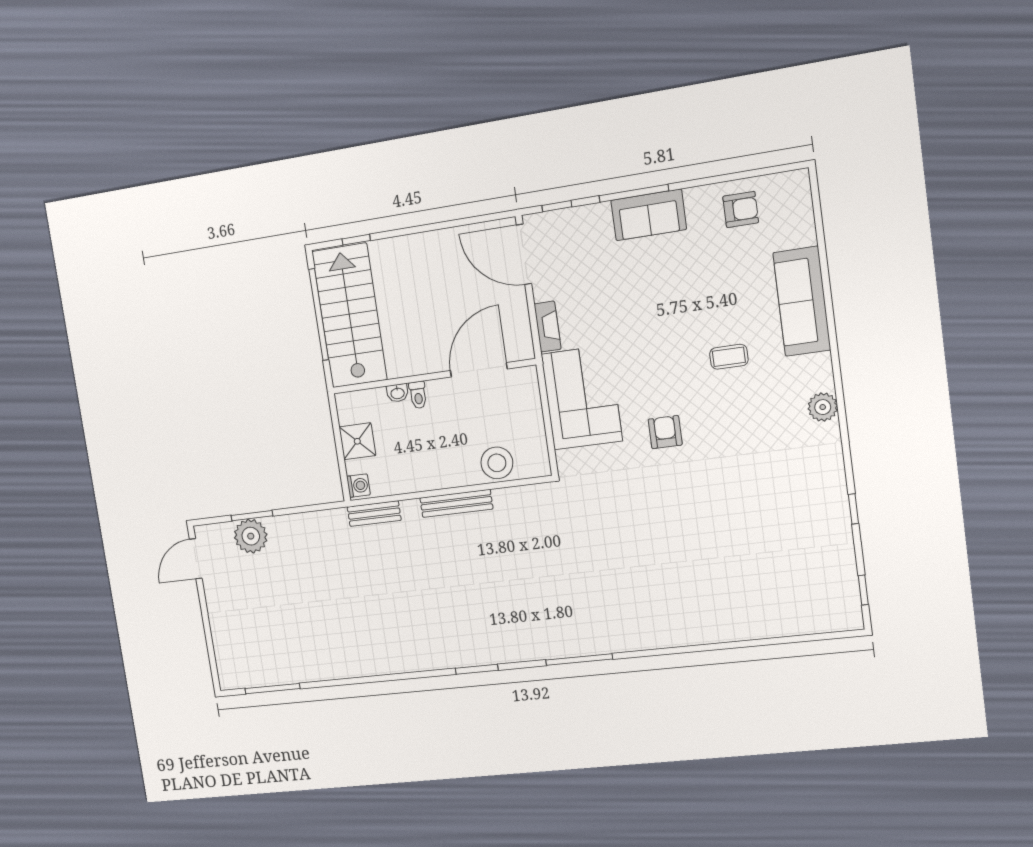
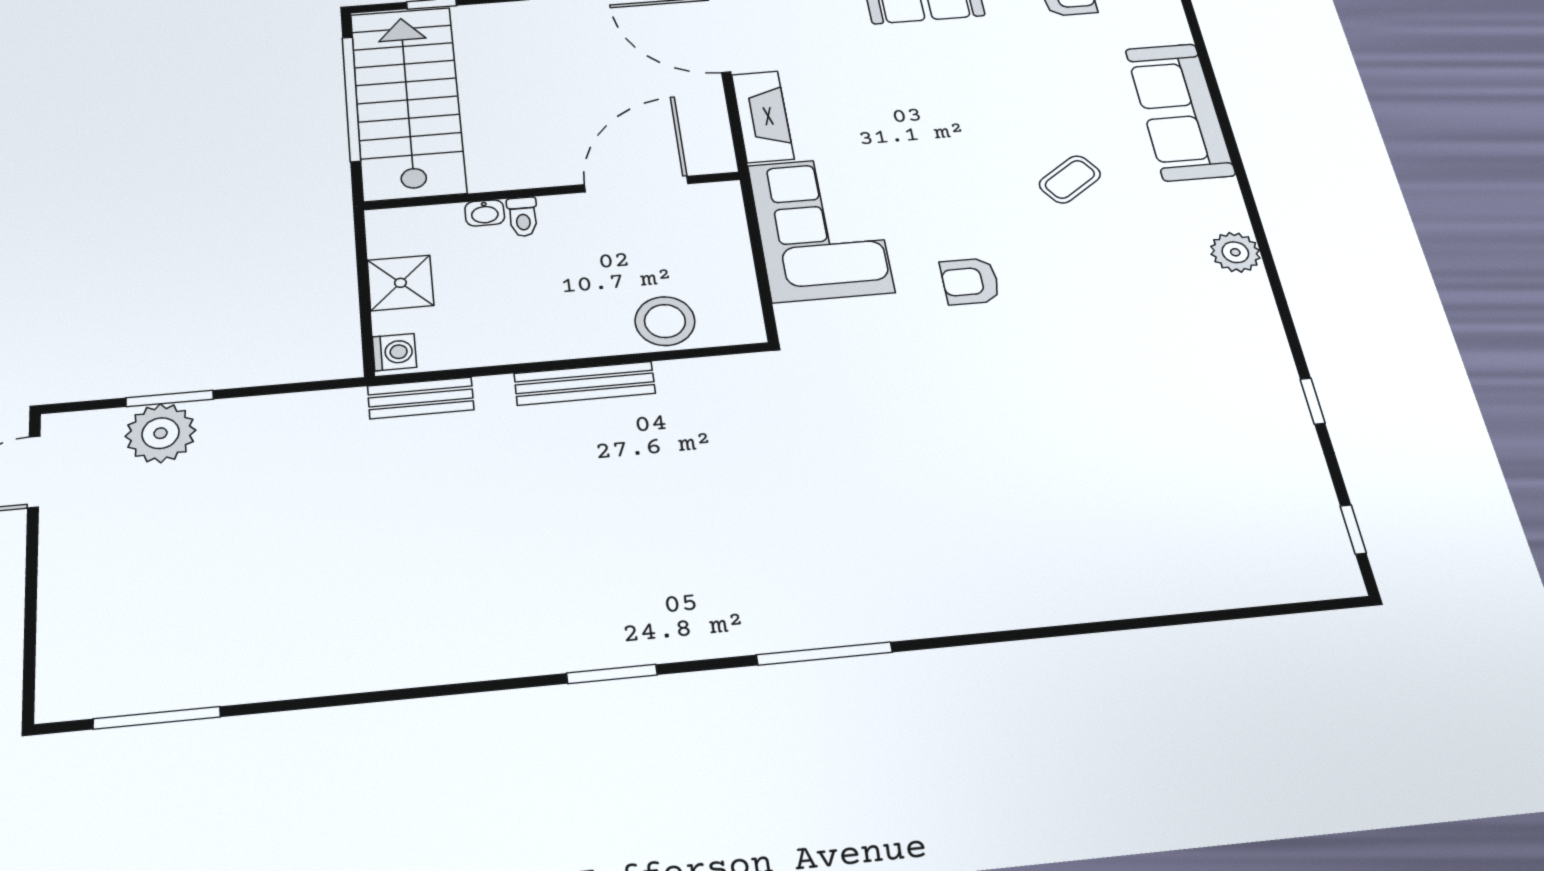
fireplace: (548, 327) -> (763, 117), width x1.37, depth x1.32
coffee table: (729, 357) -> (1070, 179), turned -35
armchair: (665, 432) -> (970, 281), turned -90

